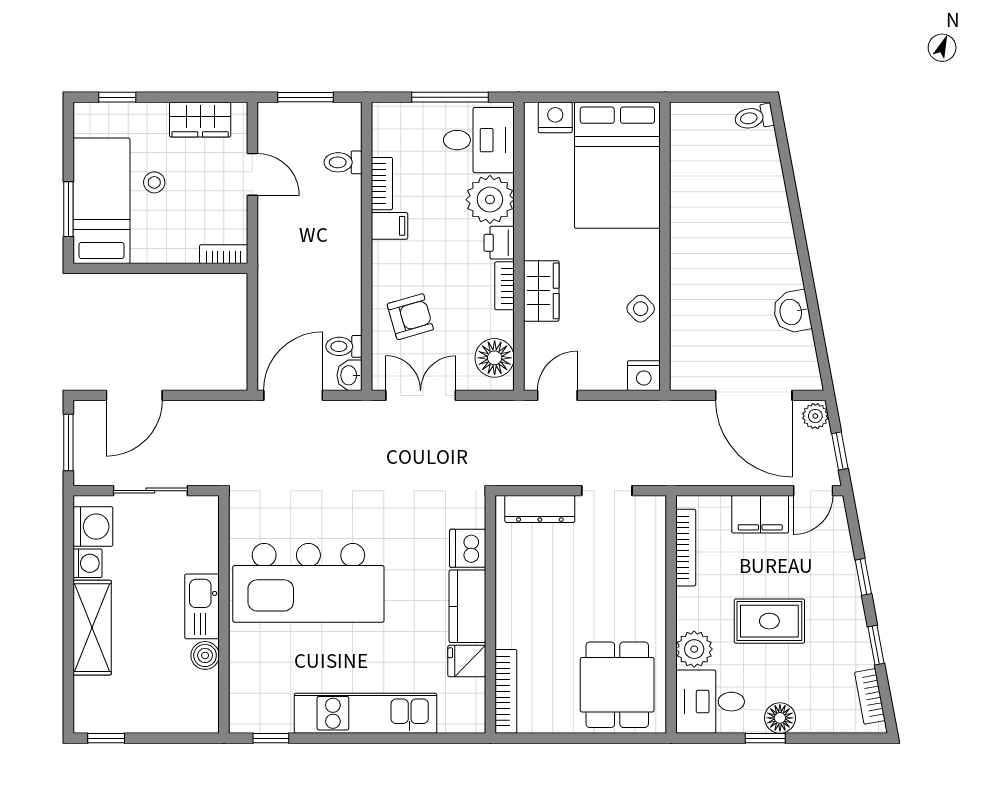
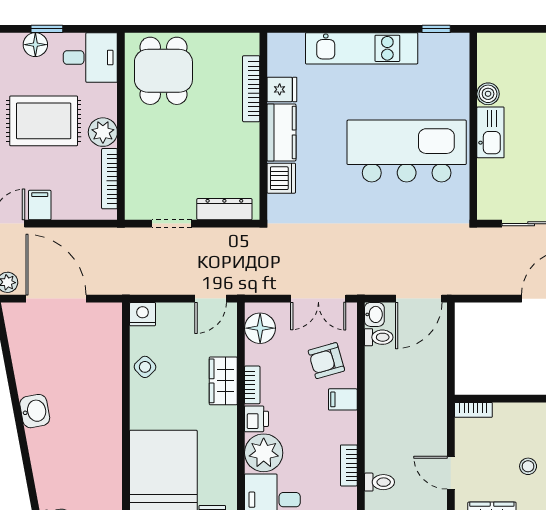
filing cabinet: (389, 226) -> (343, 399), moved
washbasin: (792, 312) -> (35, 411), moved
filing cabinet: (760, 514) -> (40, 205), width x0.50
rug: (769, 621) -> (44, 121), width x1.36, depth x1.43
plant: (694, 649) -> (103, 132), moved
bookcase: (506, 691) -> (251, 89), moved

